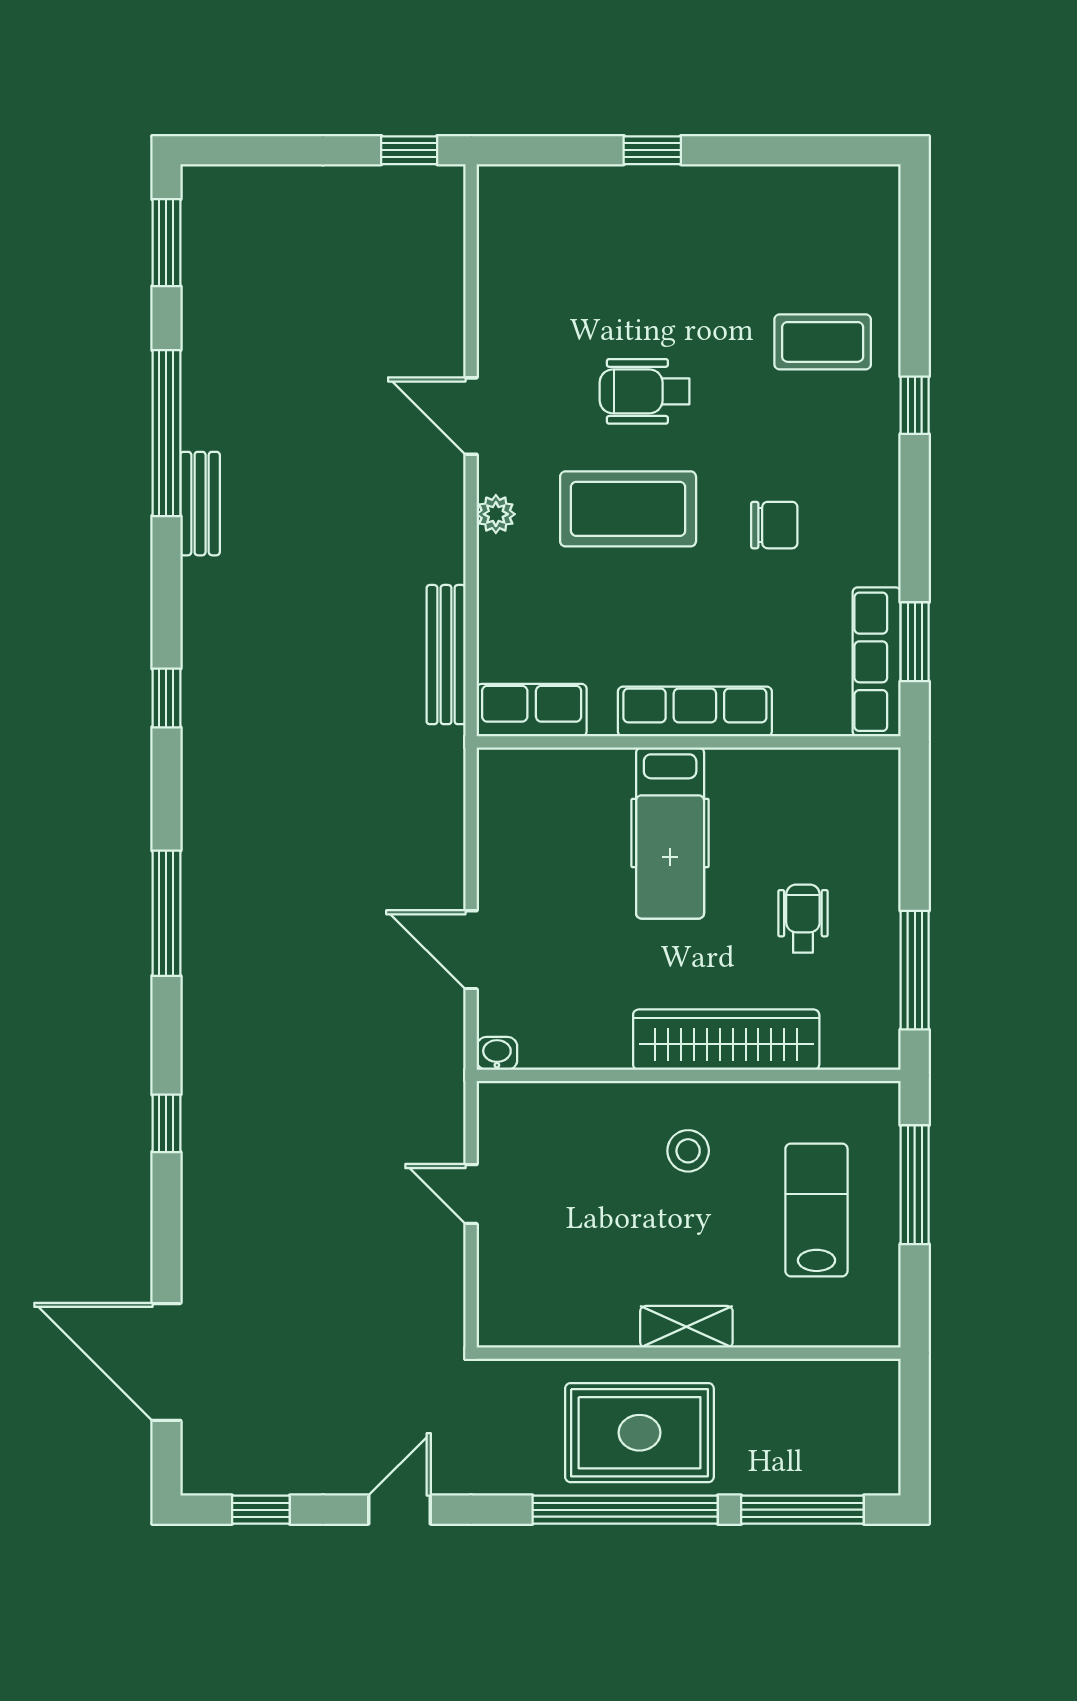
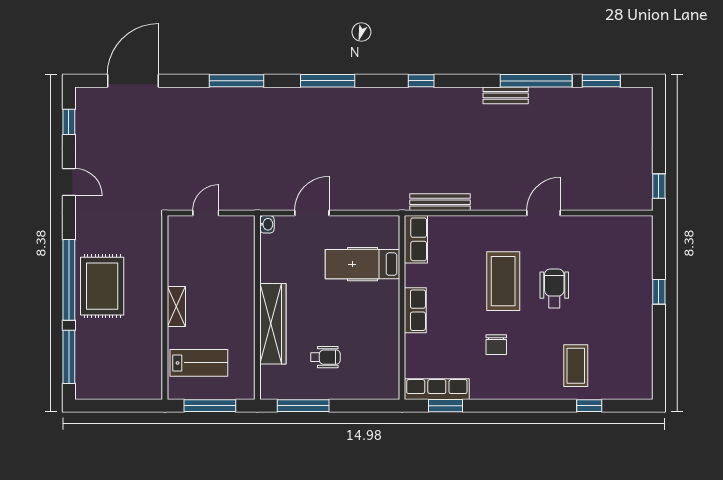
window: (166, 243) -> (601, 81), moved
window: (915, 405) -> (589, 406), moved
plant: (496, 514) -> (501, 224), removed
row of seats: (695, 711) -> (415, 310), width x0.68
hospital bed: (670, 833) -> (363, 264), moved
window: (166, 1123) -> (237, 81), width x2.17
stool: (688, 1151) -> (225, 307), removed
shelving: (686, 1327) -> (176, 307), moved
wall: (689, 1353) -> (165, 307), moved

